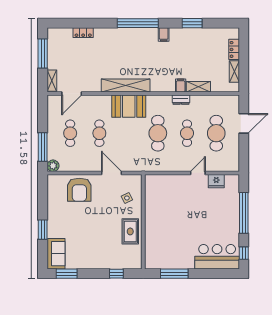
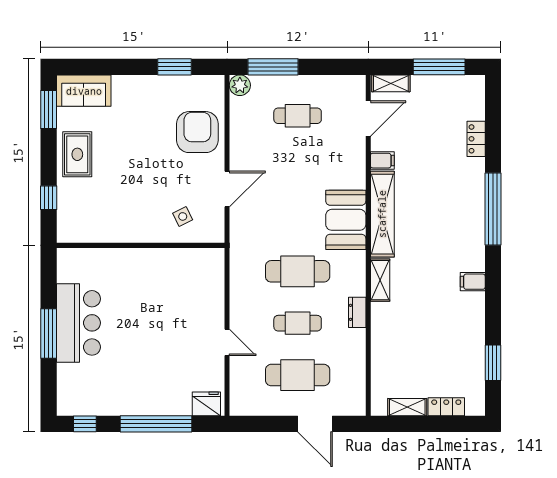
window: (138, 23) -> (493, 209), moved
window: (192, 23) -> (493, 363), moved
filing cabinet: (181, 85) -> (382, 161), moved
shelving: (198, 87) -> (380, 280), moved
door: (72, 93) -> (368, 119), swing flipped
cafe table: (99, 133) -> (298, 168), removed
fridge: (216, 181) -> (206, 404), moved, turned 90
armchair: (79, 190) -> (197, 132), turned 90
window: (43, 230) -> (174, 67), moved
rug: (130, 231) -> (77, 154), moved, turned 90
bar counter: (217, 257) -> (78, 323), moved
window: (174, 274) -> (49, 333), moved

